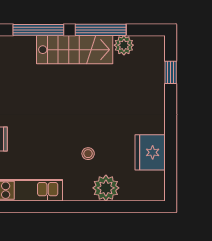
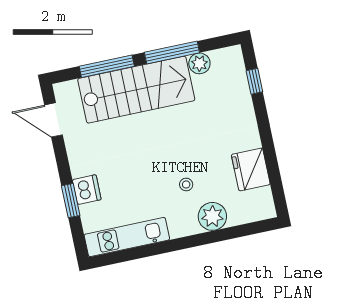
stairs: (75, 50) -> (136, 90), width x1.36, depth x1.51

